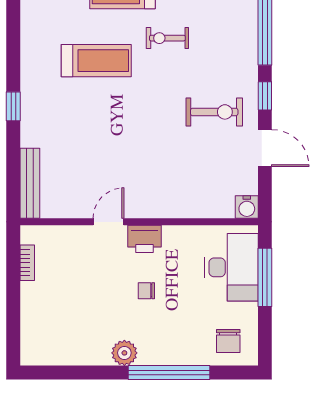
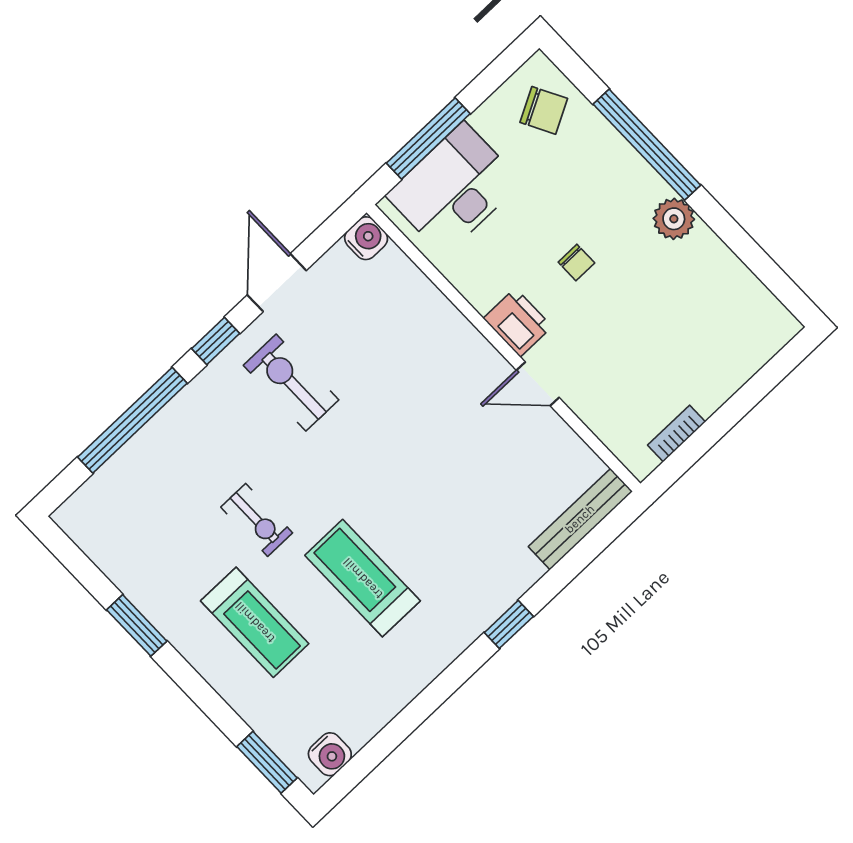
chair: (228, 341) -> (544, 110), turned 62

